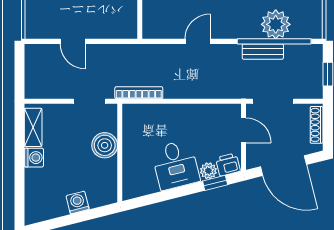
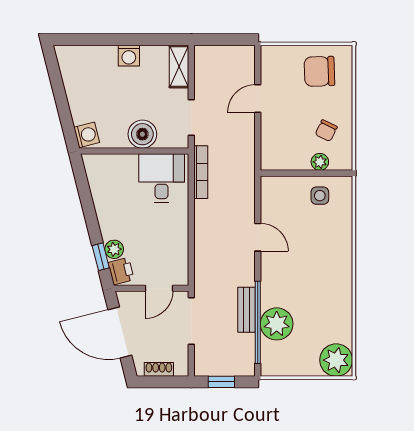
shoe rack: (317, 125) -> (159, 369), width x0.70
shelving: (33, 127) -> (179, 66), moved, turned 90
desk: (176, 165) -> (162, 178), moved, turned 104
door: (283, 166) -> (120, 333), hinge flipped
washing machine: (78, 203) -> (87, 135), moved

